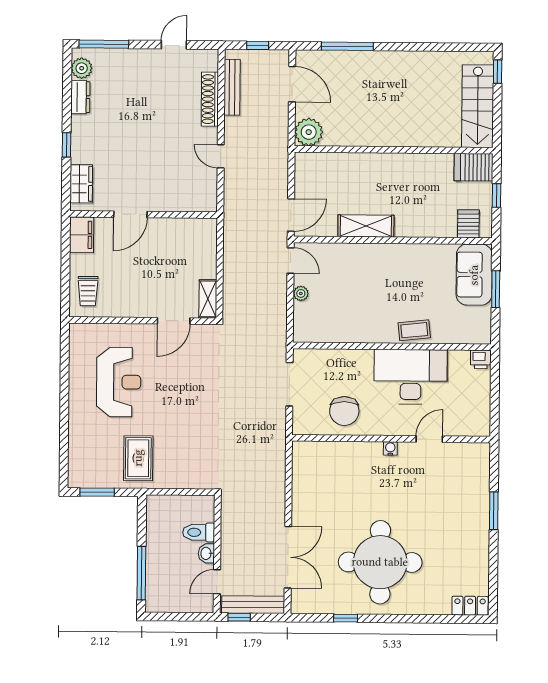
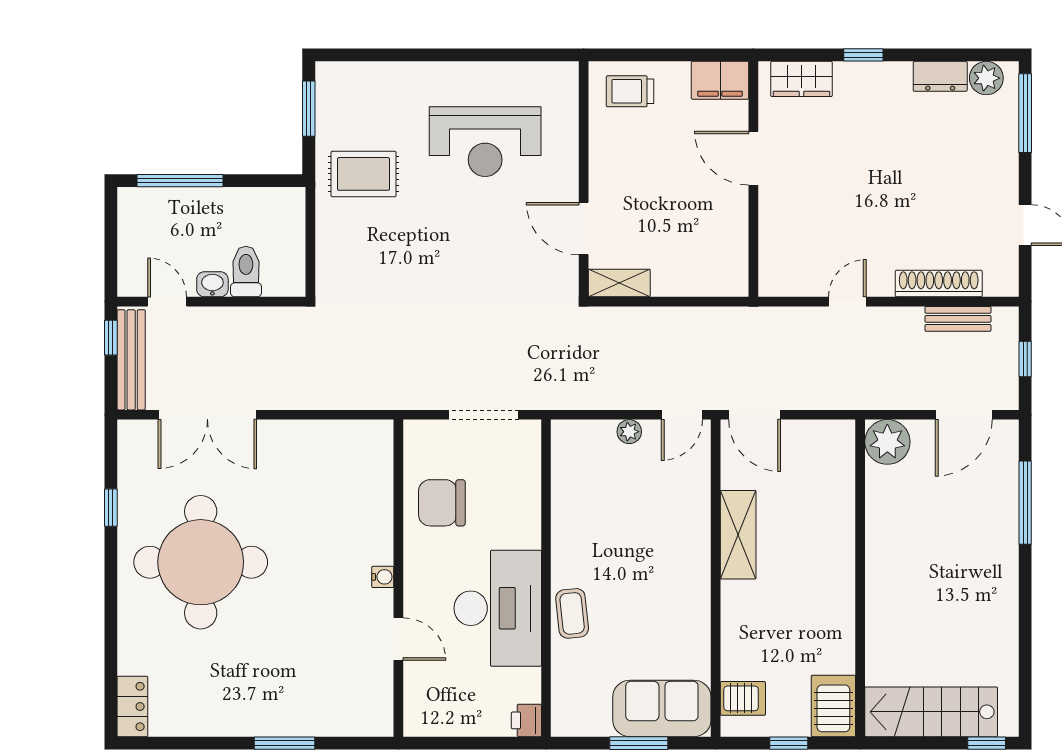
bench: (232, 87) -> (958, 319), width x0.73

